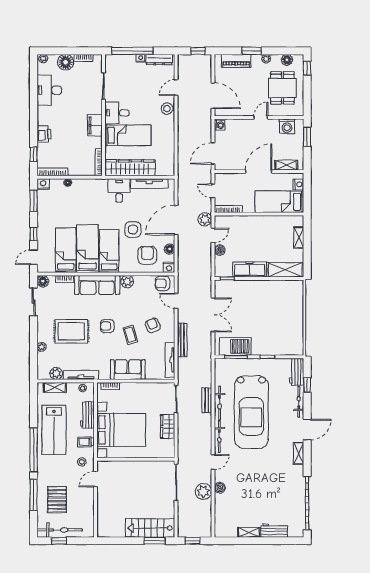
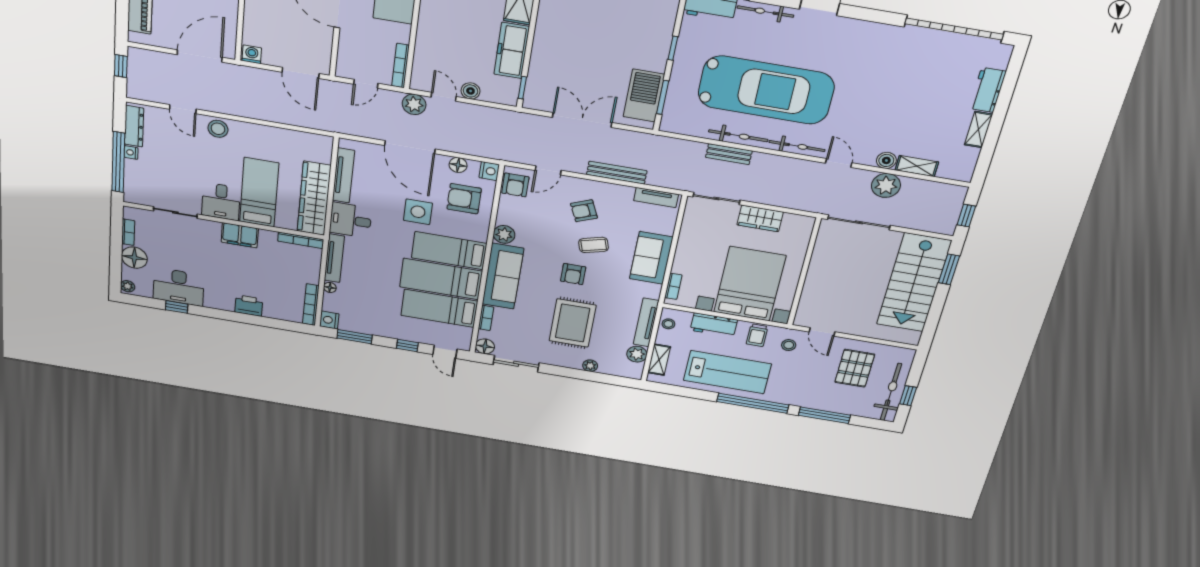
window: (34, 154) -> (177, 307), moved
tv unit: (90, 183) -> (334, 258), added
tv unit: (170, 360) -> (656, 198), width x0.71
shelving: (299, 453) -> (917, 166), moved
pallet: (57, 499) -> (855, 368), moved, turned 90
stairs: (150, 528) -> (914, 283), width x1.36, depth x1.51

